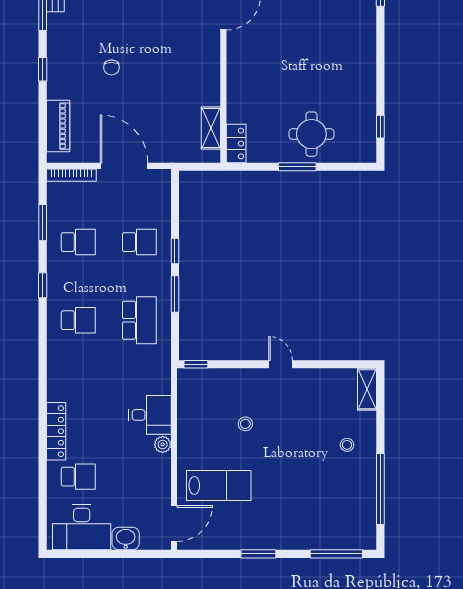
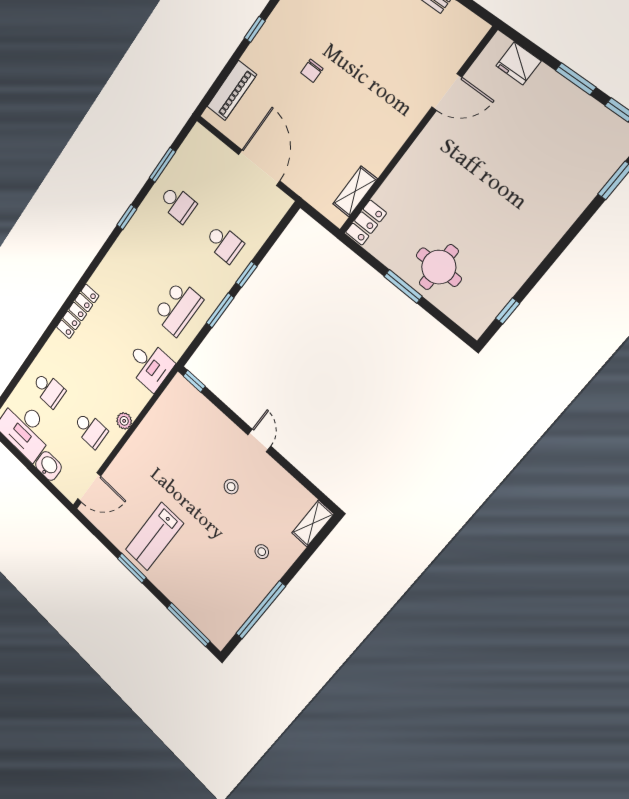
bookcase: (71, 175) -> (212, 142), removed
school desk: (78, 320) -> (90, 430), moved
desk: (150, 415) -> (150, 365), moved
stool: (245, 424) -> (231, 487), moved
locker: (56, 431) -> (78, 311), moved
lab bench: (219, 485) -> (154, 537), moved, turned 90

